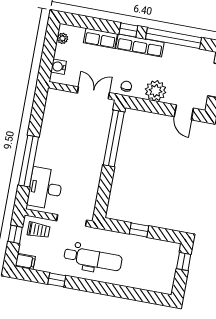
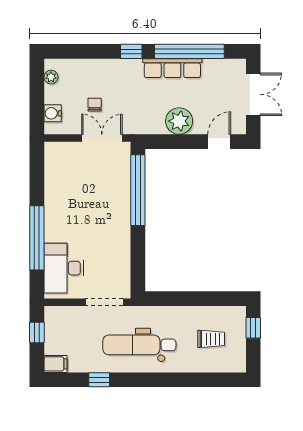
row of seats: (100, 38) -> (98, 68), removed
row of seats: (140, 45) -> (172, 68), moved
chair: (126, 86) -> (95, 105), moved
door: (184, 112) -> (219, 142), swing flipped
trolley: (39, 230) -> (211, 339), moved
window: (139, 230) -> (190, 299), removed
dental chair: (93, 259) -> (139, 345), turned 180

